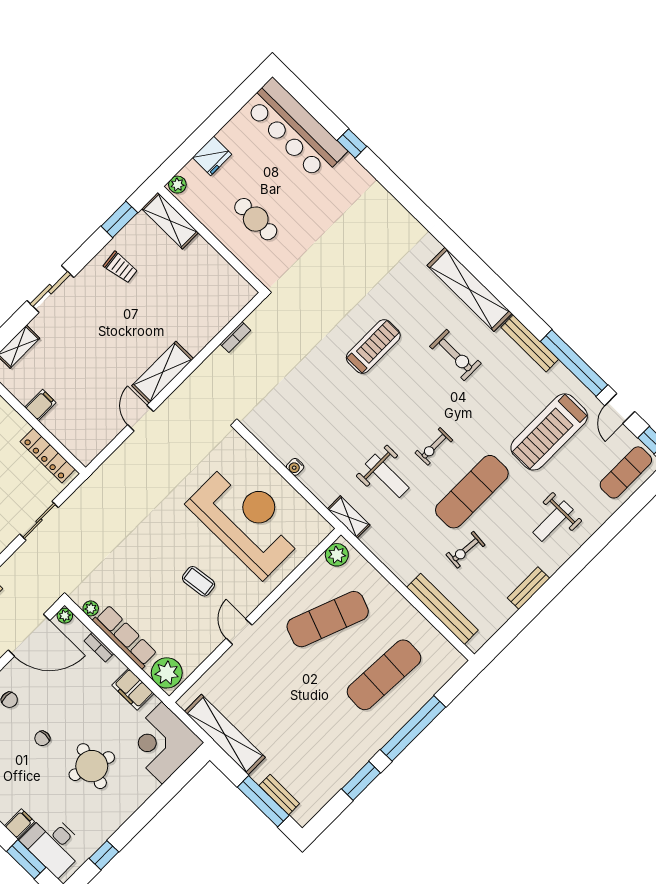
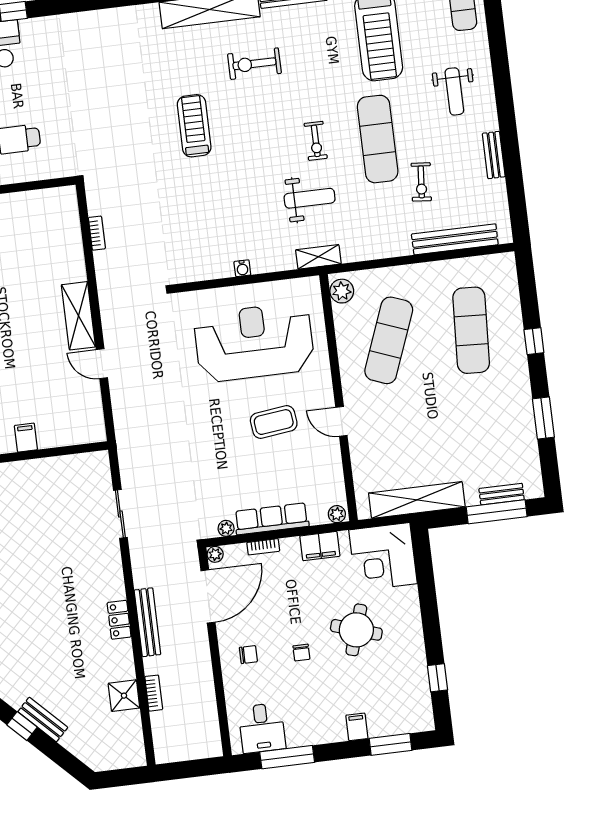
exercise bike: (455, 355) -> (254, 64), turned 180
locker: (48, 455) -> (72, 464), removed
coffee table: (198, 581) -> (274, 422), width x1.36, depth x1.30
plant: (167, 673) -> (337, 514), width x0.53, depth x0.53
window: (413, 728) -> (534, 341), width x0.32
desk: (53, 844) -> (396, 712), removed

